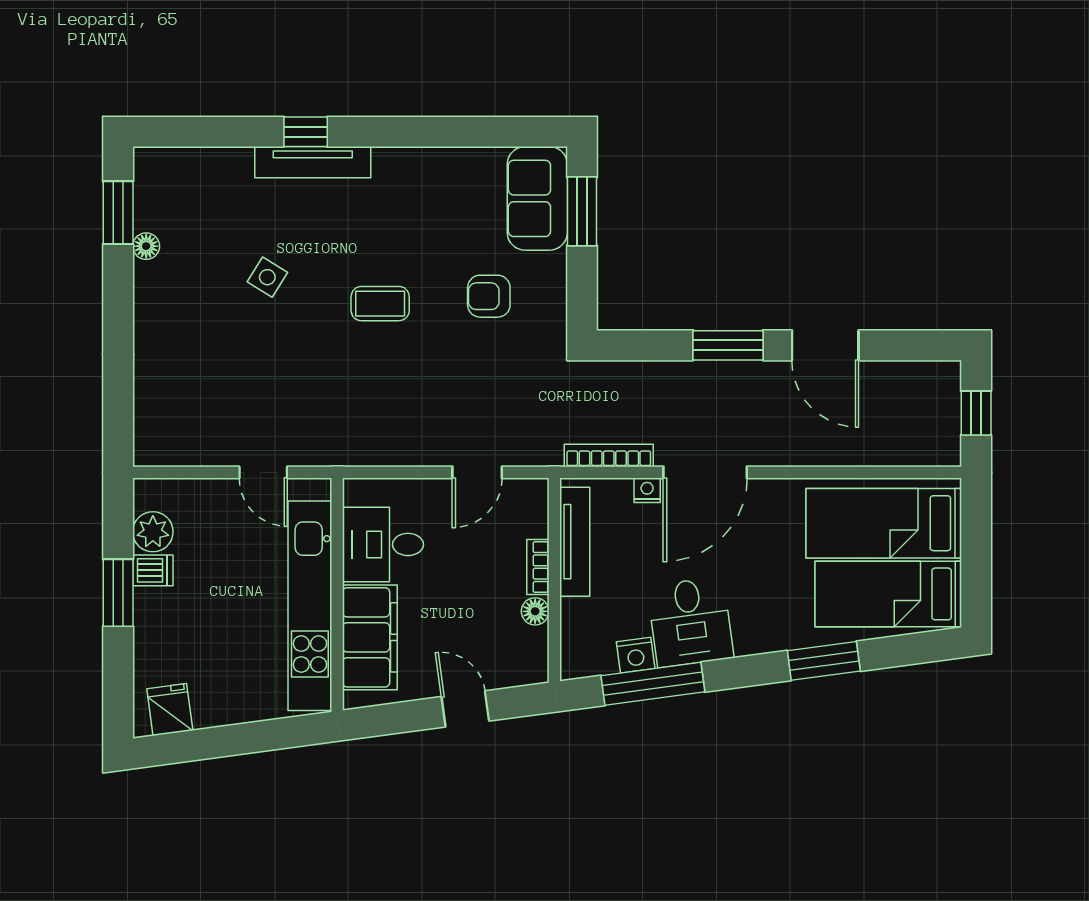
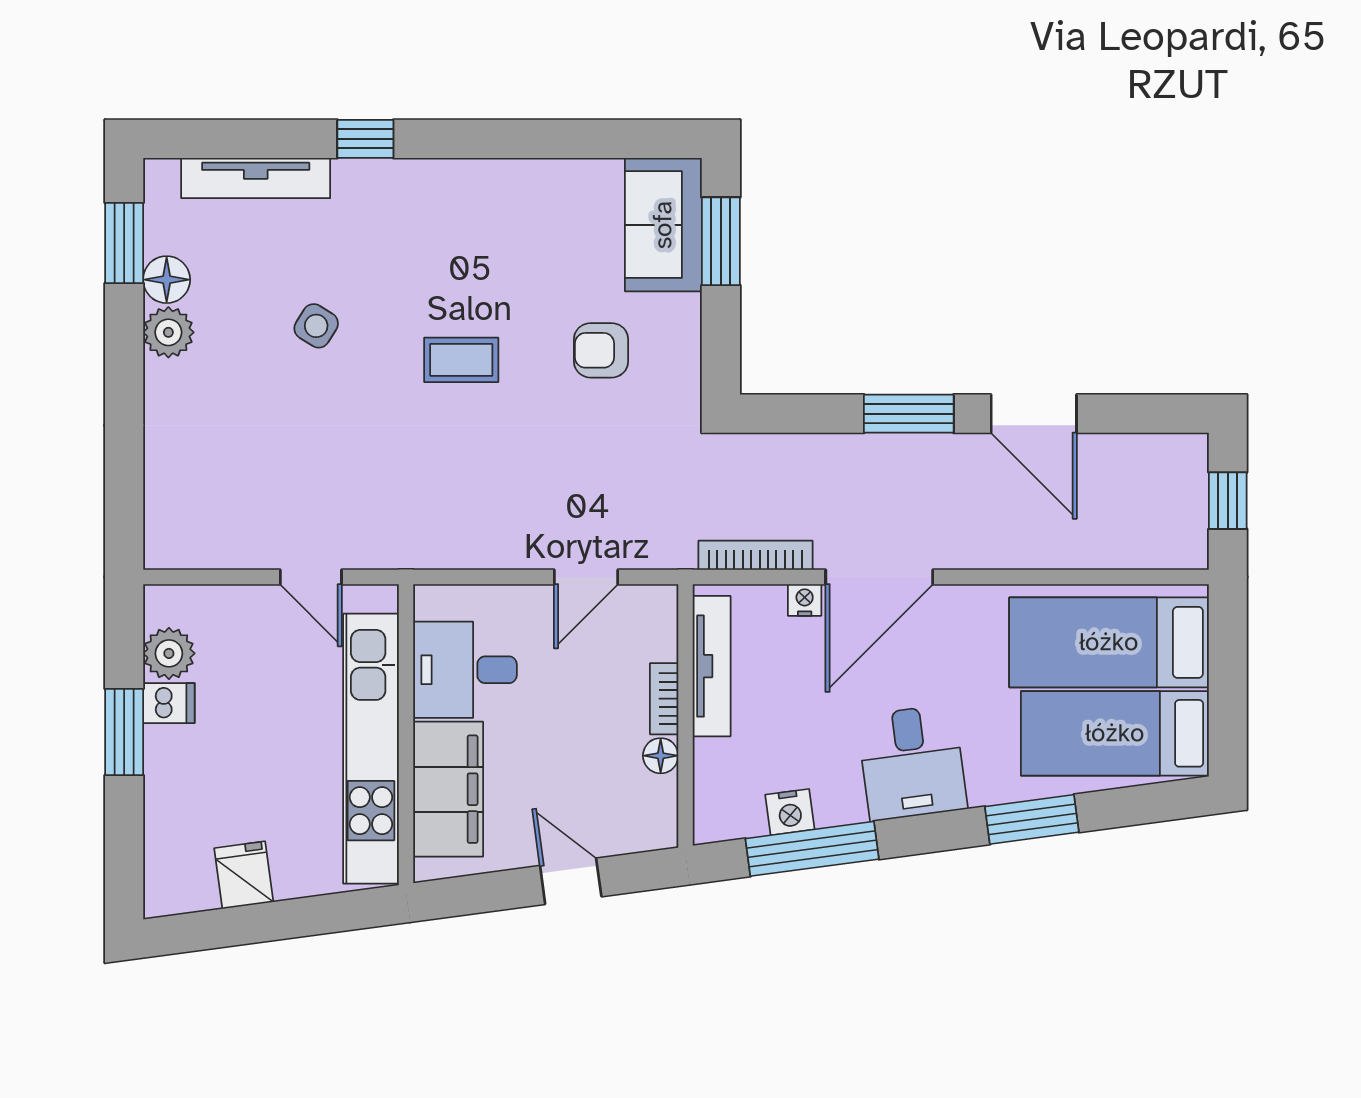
tv unit: (313, 162) -> (256, 178), moved
floor lamp: (146, 246) -> (167, 280), width x1.37, depth x1.37
plant: (152, 282) -> (168, 332), added
desk: (690, 622) -> (912, 762), moved
fridge: (170, 710) -> (244, 875), moved

